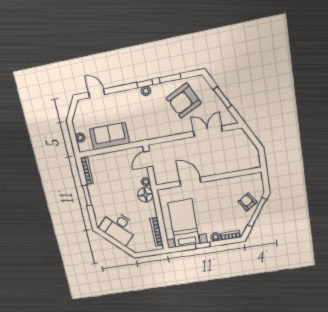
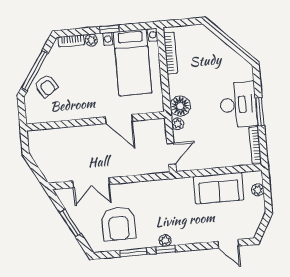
armchair: (184, 101) -> (119, 224), turned 116
desk: (118, 228) -> (238, 105), moved, turned 45

